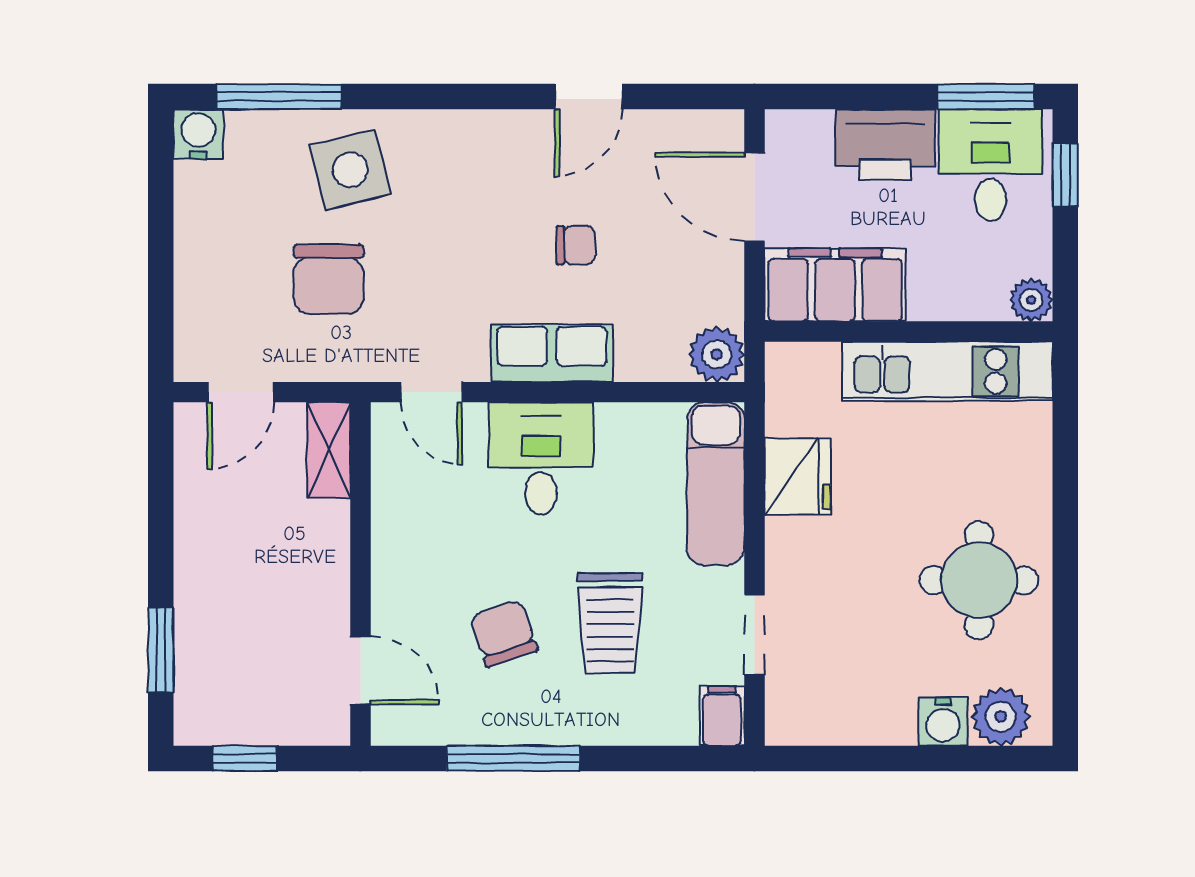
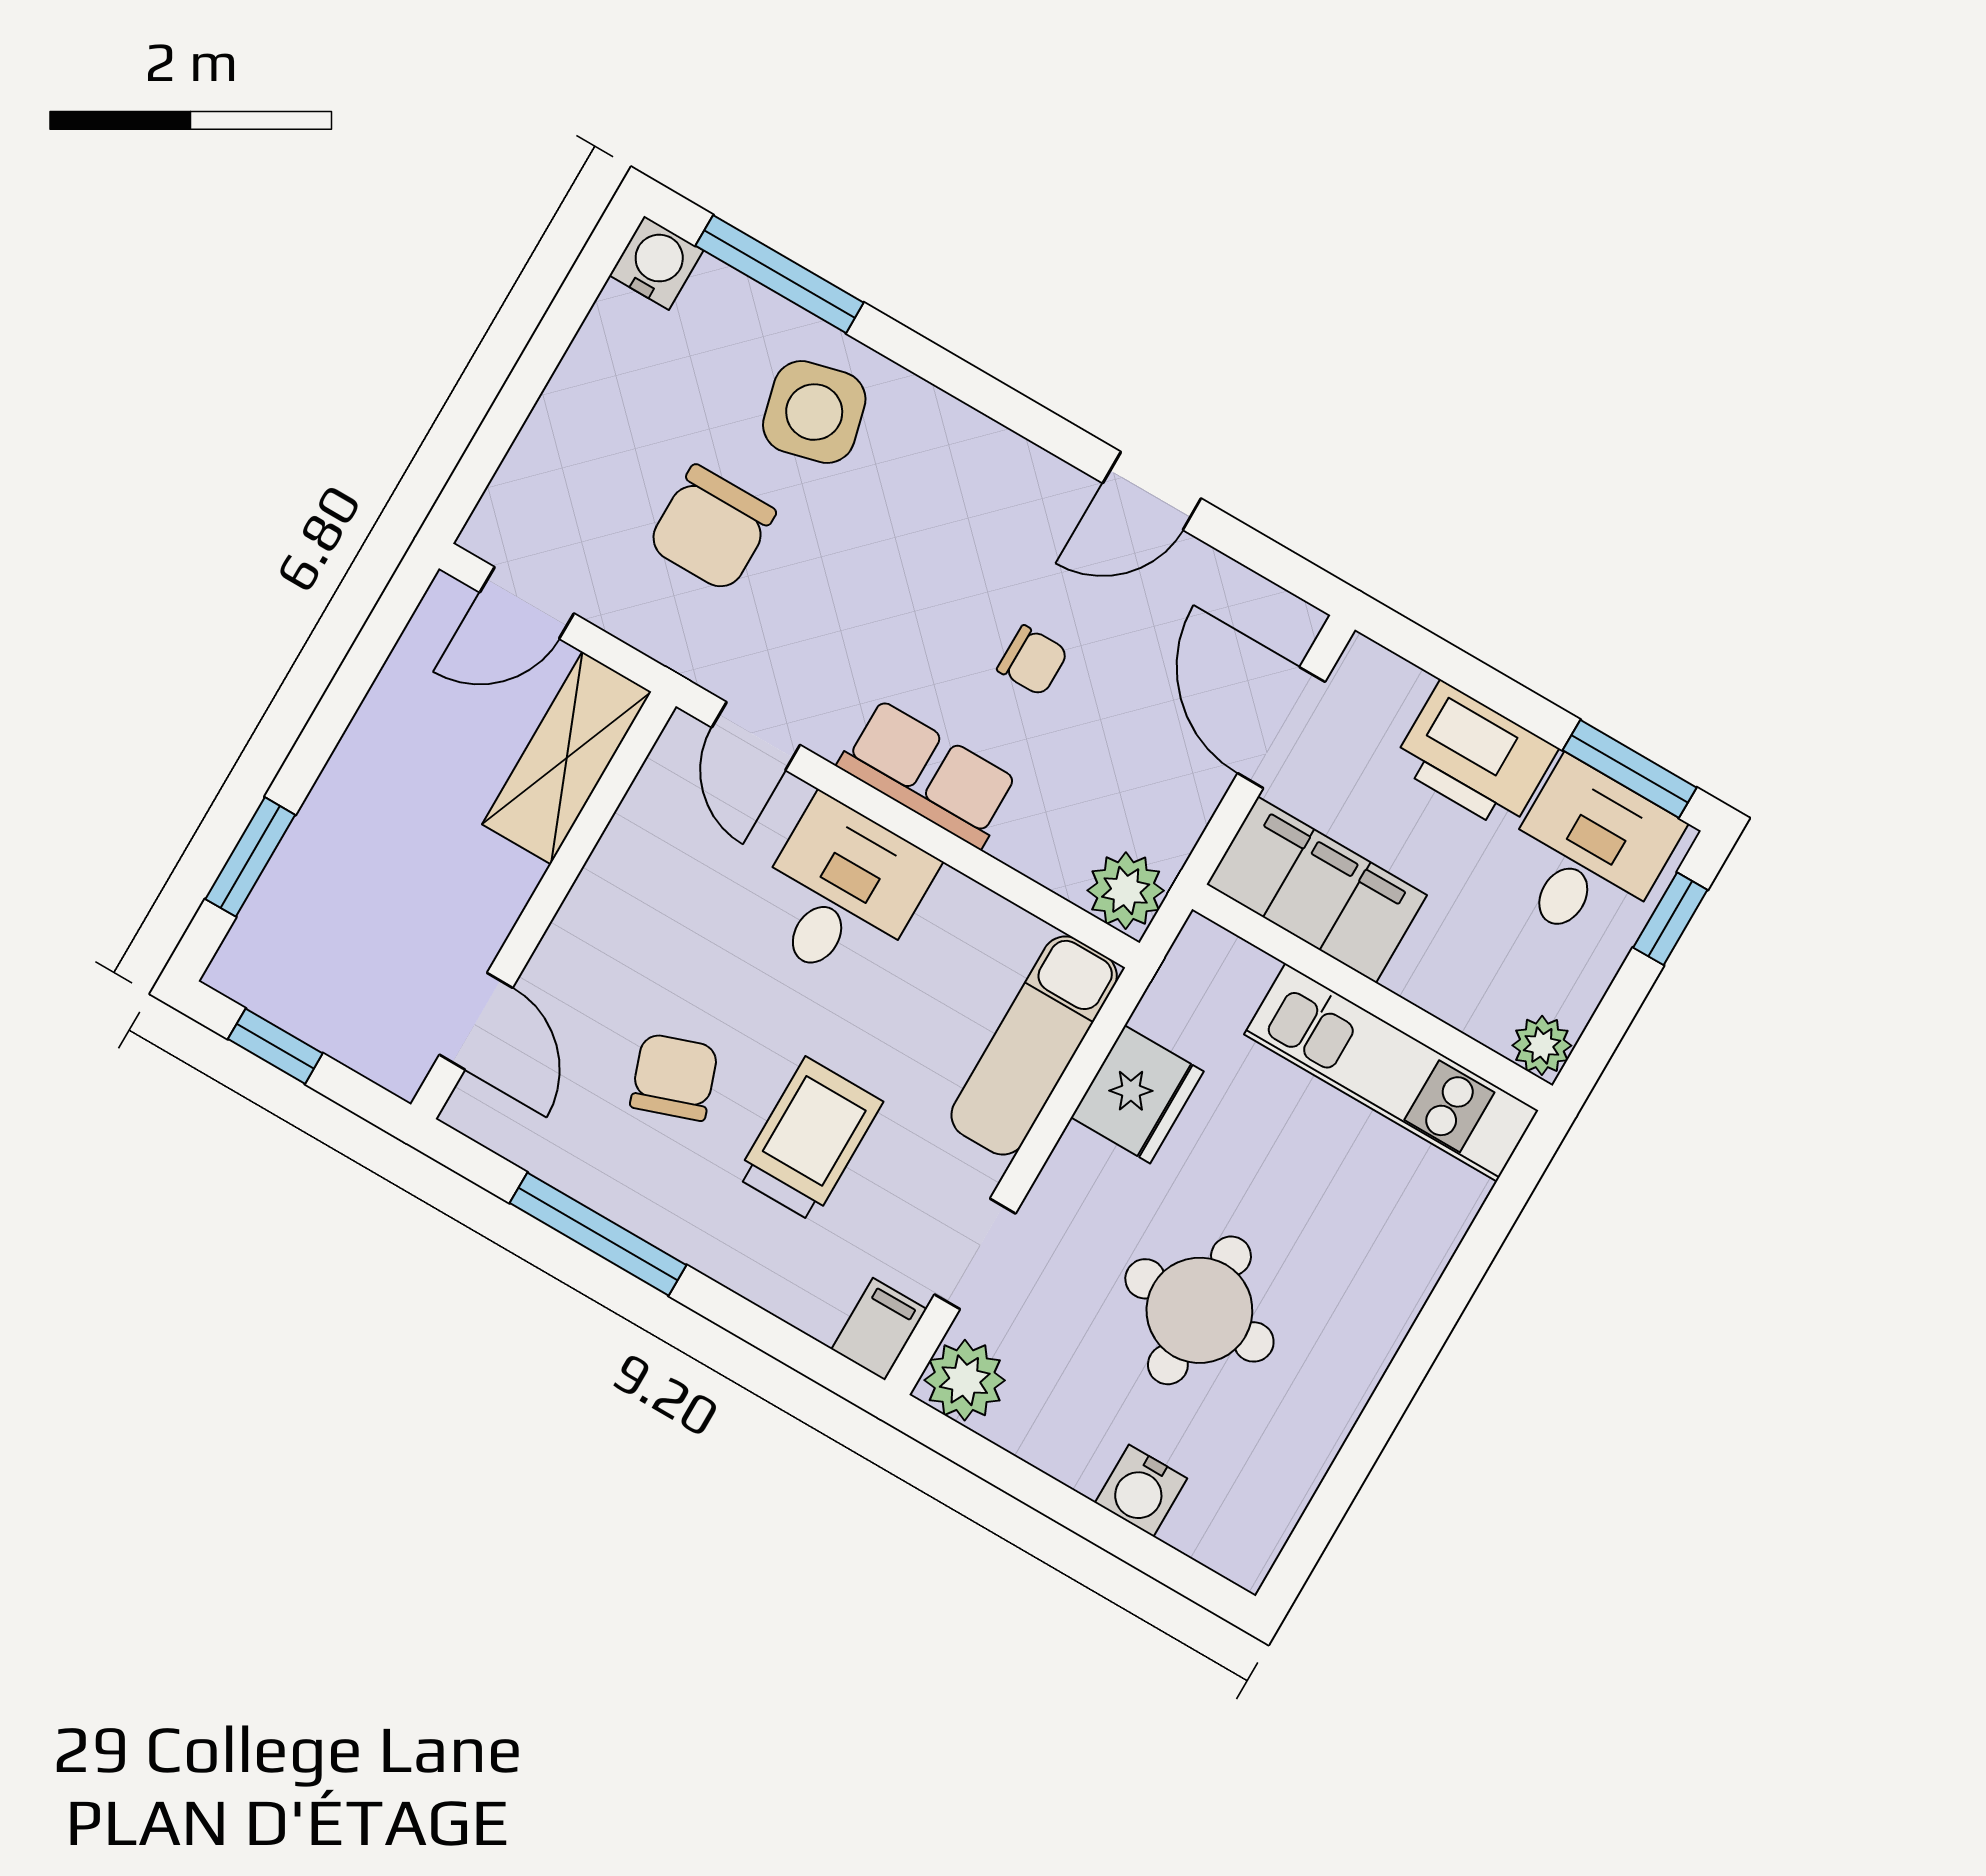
shelving: (329, 450) -> (567, 758), width x1.50, depth x1.33
round table: (979, 580) -> (1199, 1310), moved
trolley: (610, 623) -> (809, 1139), turned 180
plant: (1001, 717) -> (965, 1380), moved

